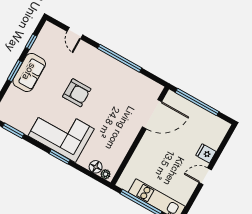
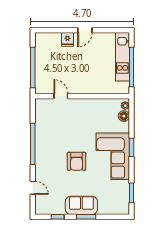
door: (75, 33) -> (33, 188), hinge flipped
armchair: (77, 93) -> (76, 161), turned 180
door: (152, 114) -> (61, 96), width x0.53
door: (205, 176) -> (85, 30), hinge flipped

